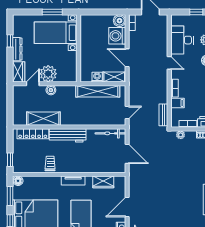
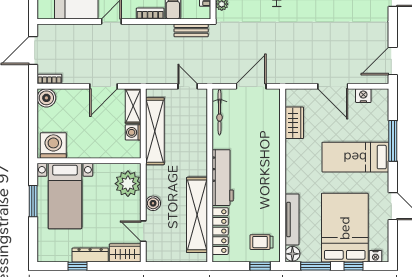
washing machine: (117, 36) -> (53, 145), moved, turned 180
plant: (48, 74) -> (128, 184), moved
shelving: (43, 119) -> (197, 215), width x1.47
trolley: (50, 163) -> (262, 242), moved
tv unit: (73, 181) -> (292, 219), moved, width x1.41

